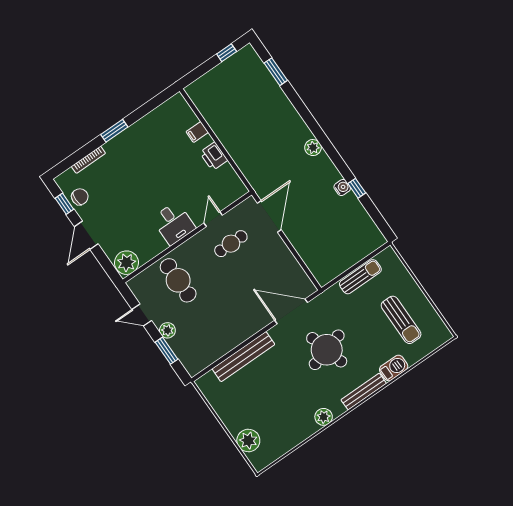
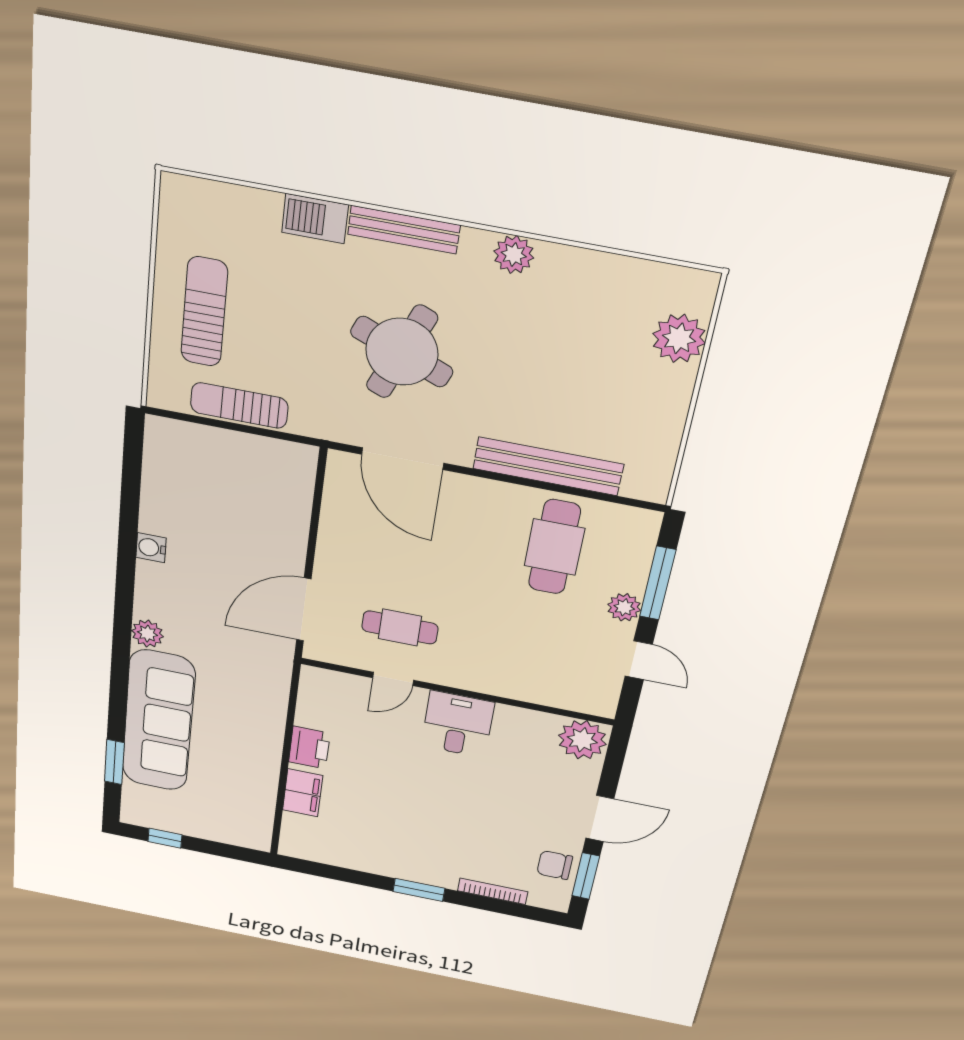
sofa: (276, 110) -> (158, 721), added
filing cabinet: (197, 132) -> (303, 793), width x2.00
window: (357, 188) -> (128, 527), removed
window: (64, 204) -> (586, 876), width x1.50
cafe table: (178, 280) -> (554, 547), moved
sun lounger: (401, 320) -> (204, 312), moved
round table: (327, 350) -> (402, 352), turned 38
window: (167, 351) -> (658, 583), width x1.44

